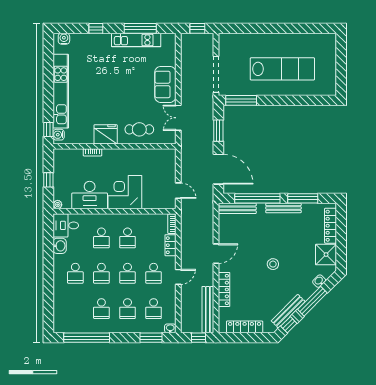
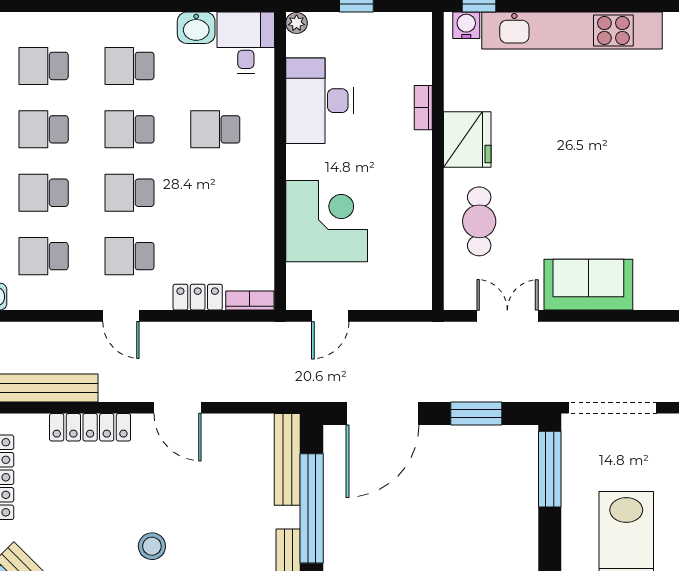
corner desk: (125, 192) -> (327, 221), moved
school desk: (127, 238) -> (44, 66), moved

